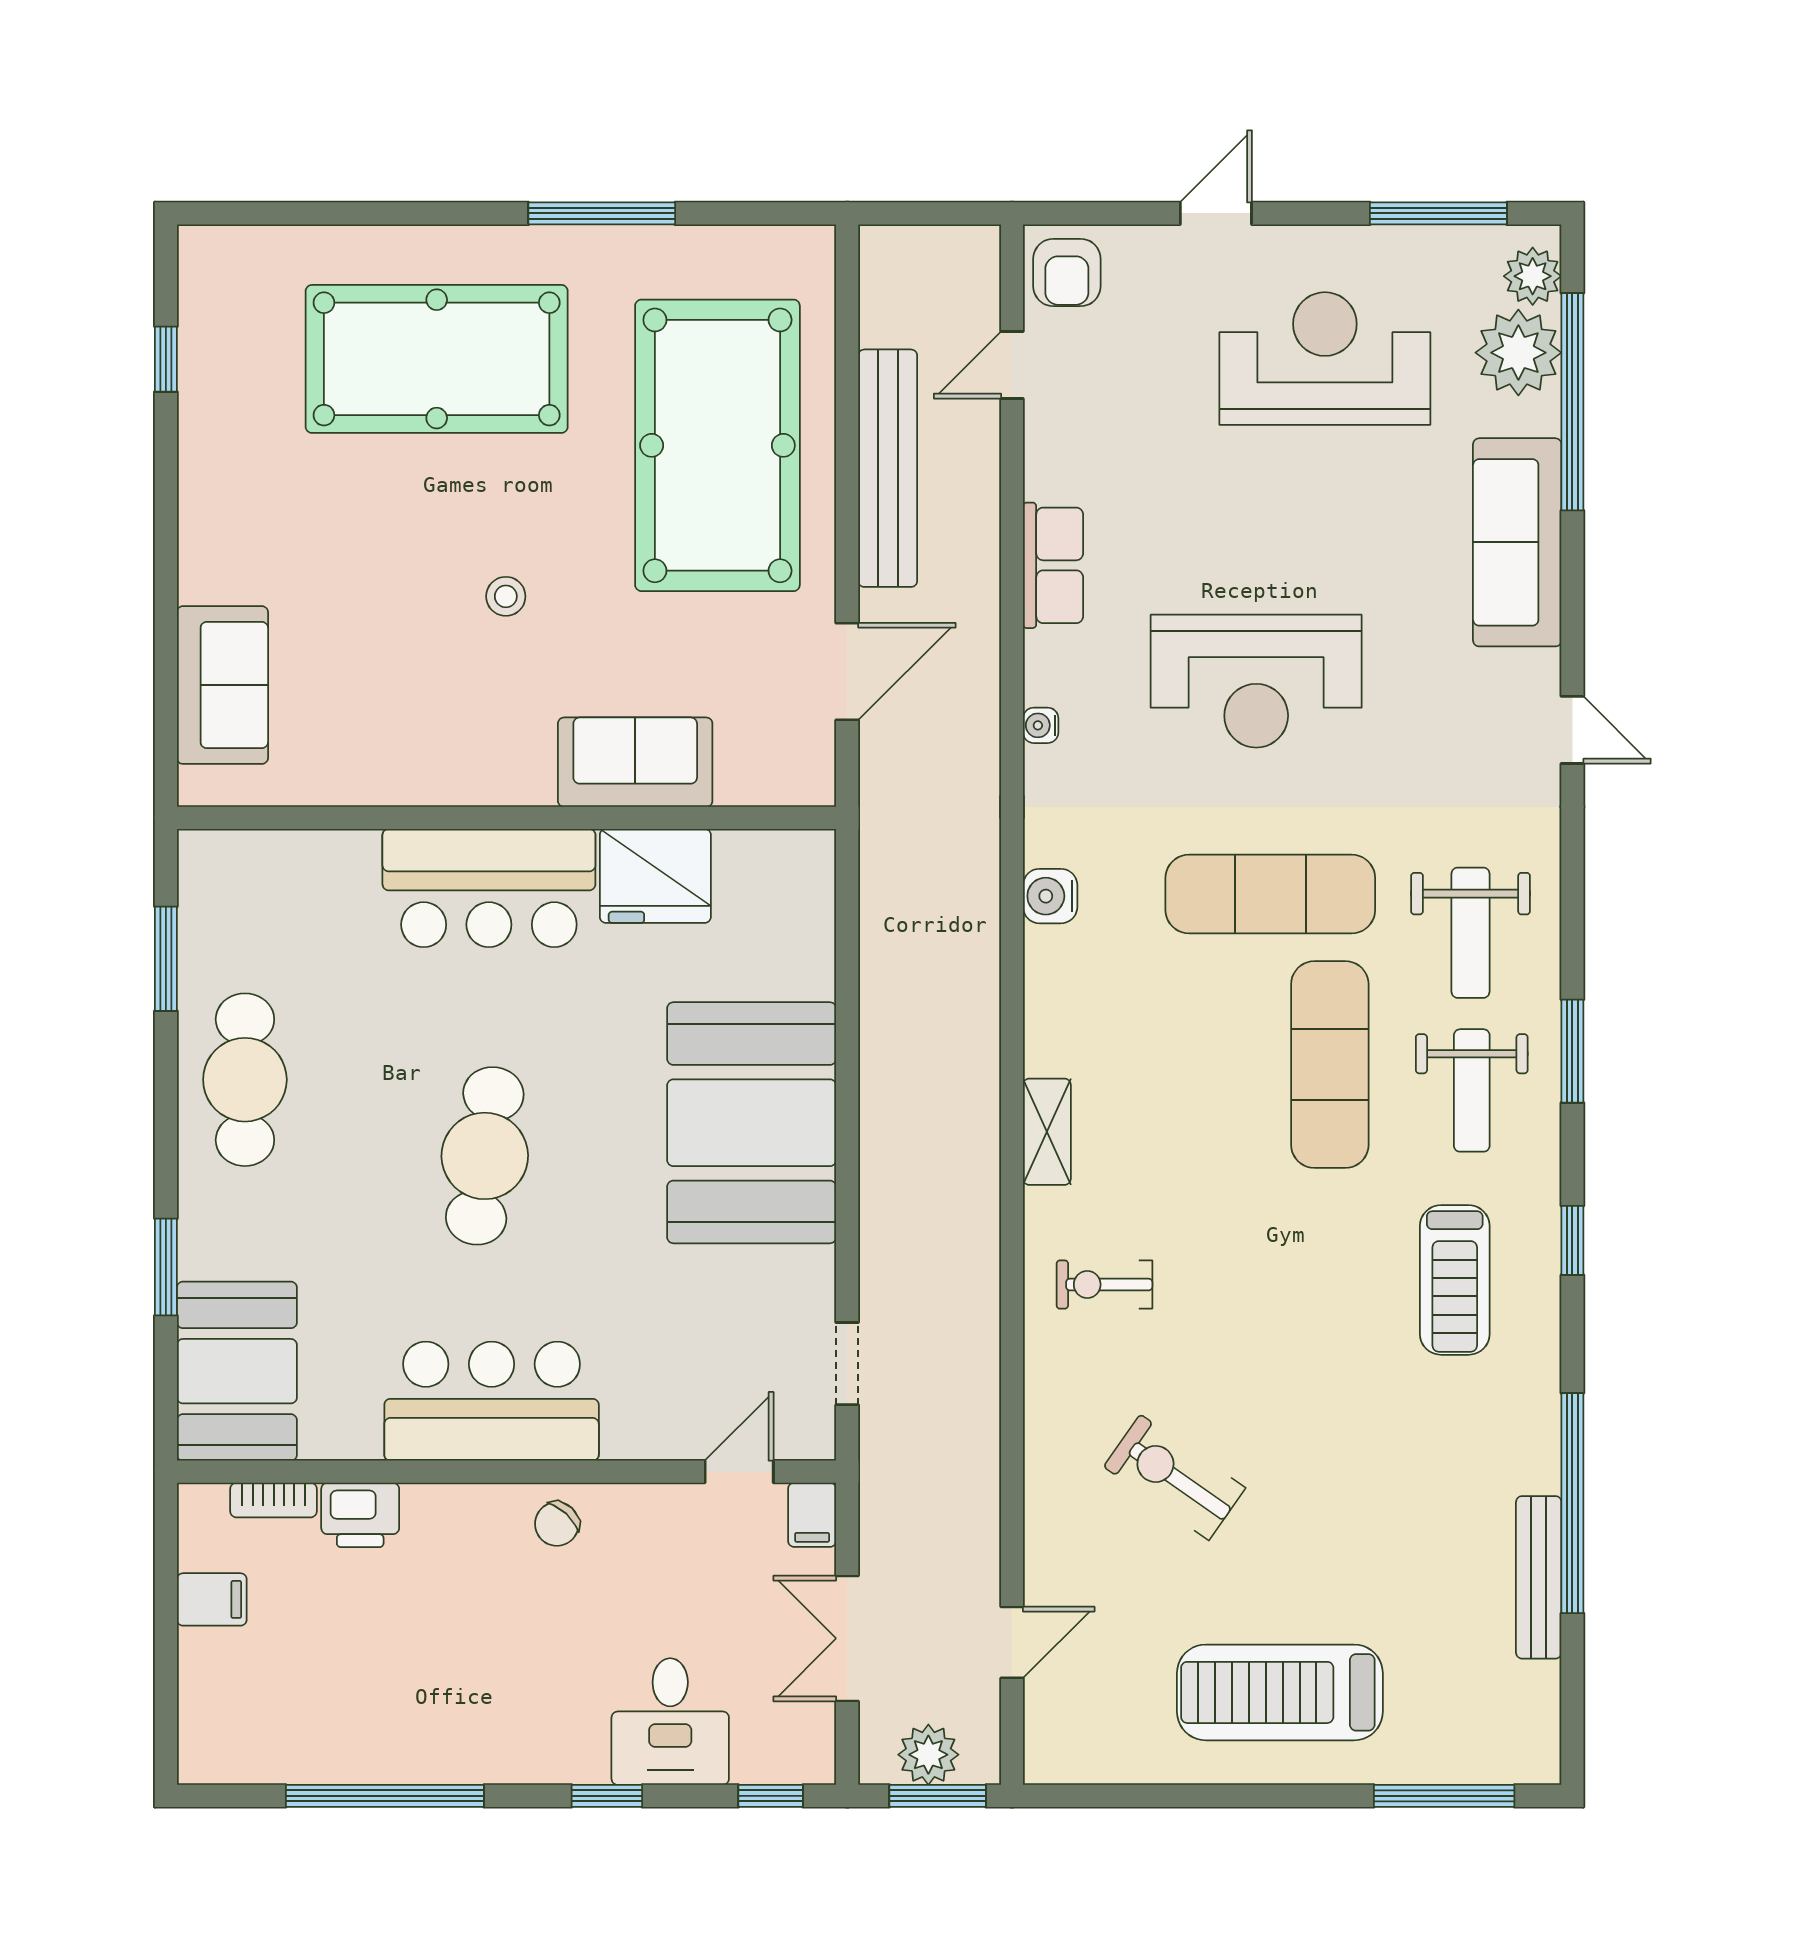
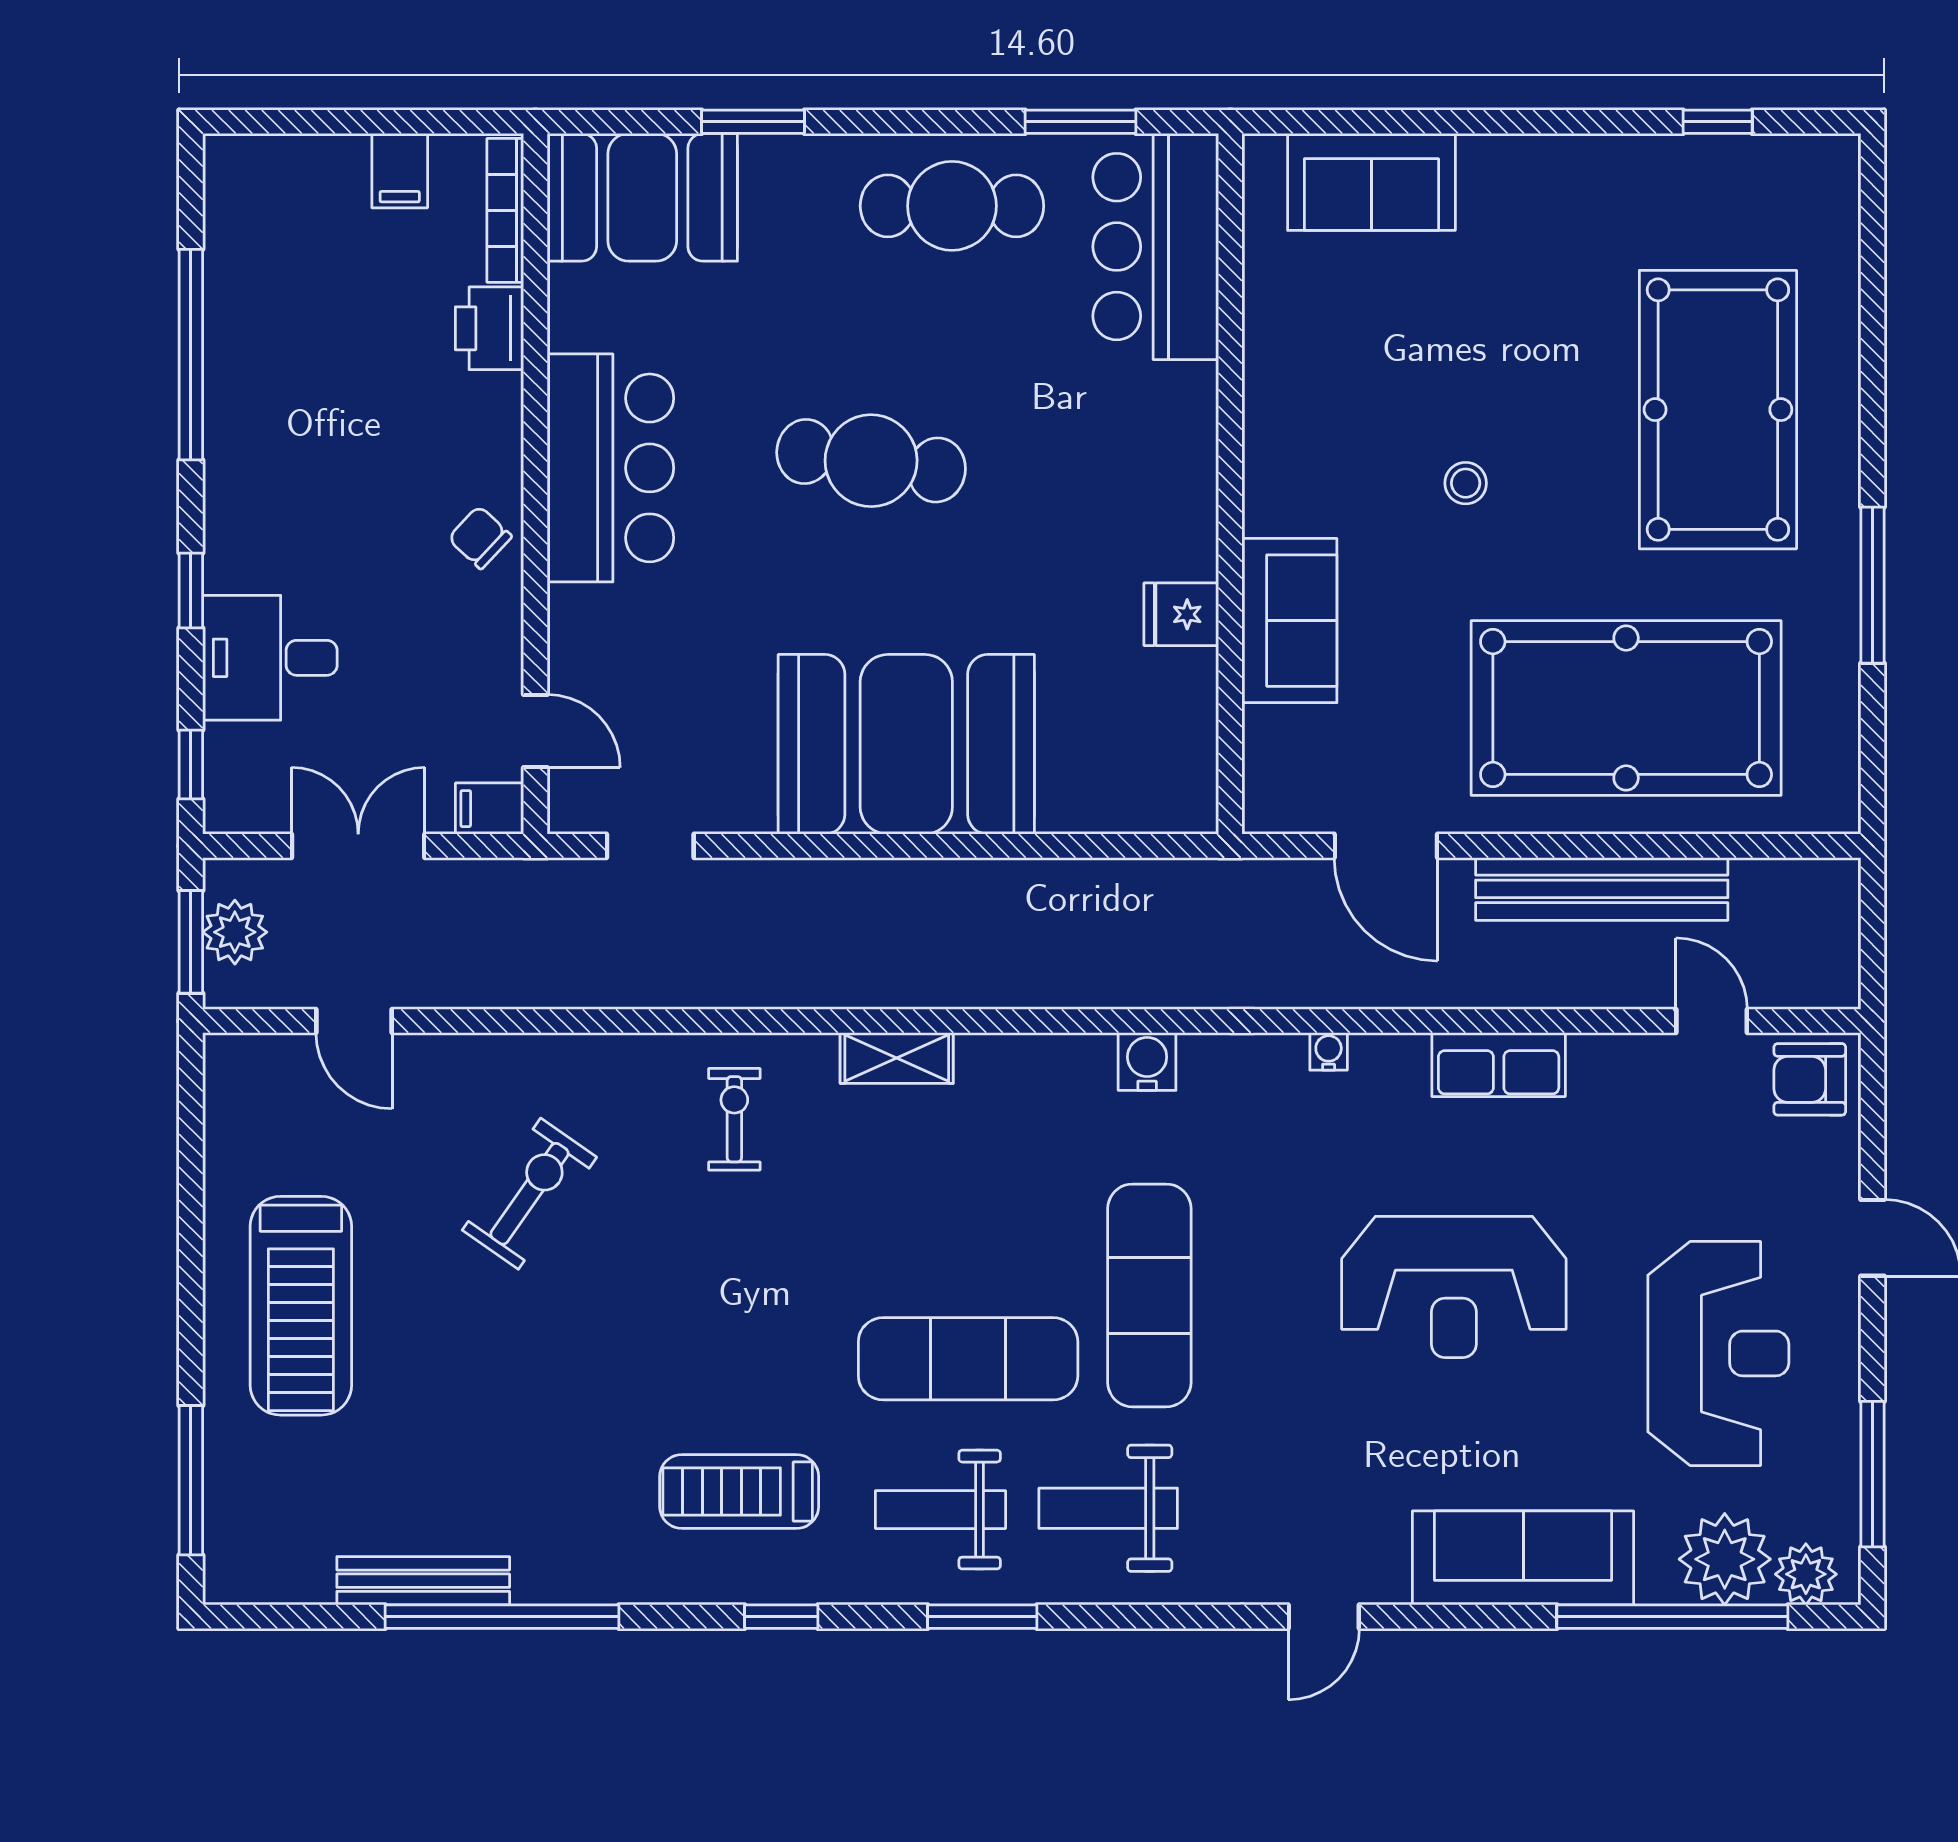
reception desk: (1256, 681) -> (1454, 1287), moved, turned -90
fridge: (655, 876) -> (1181, 614), width x0.53, depth x0.75
bar counter: (489, 888) -> (1156, 247), moved
bookcase: (274, 1500) -> (505, 210), width x1.56
treadmill: (1280, 1692) -> (301, 1306), turned 180

